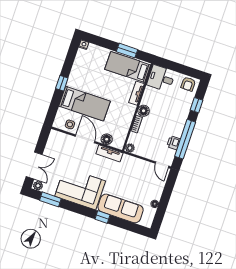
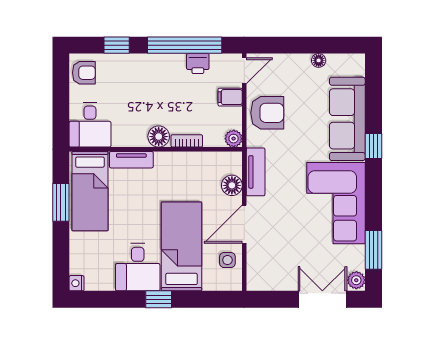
desk: (81, 78) -> (138, 267), added
filing cabinet: (151, 153) -> (230, 97), added
armchair: (137, 169) -> (267, 113), added

